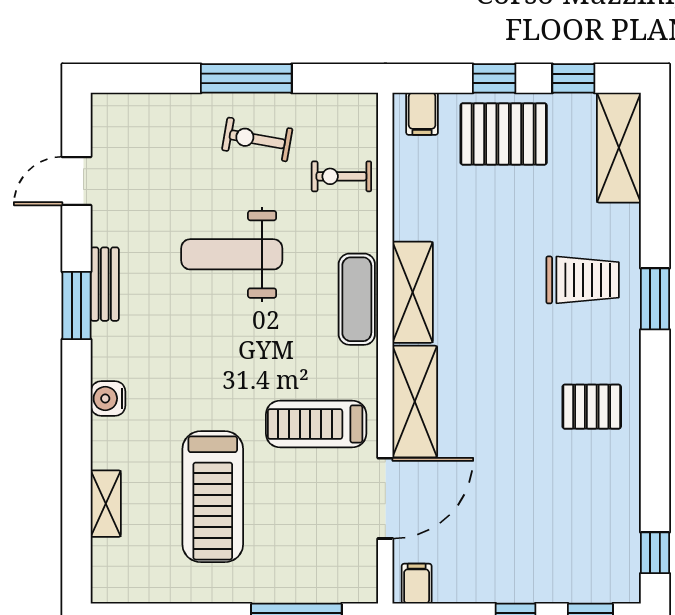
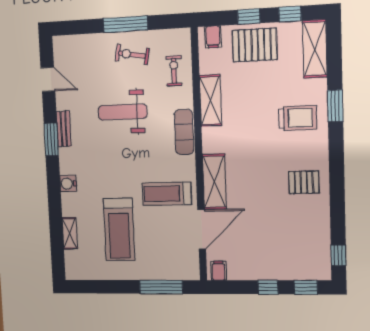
exercise bike: (341, 176) -> (174, 71), turned 90
door: (77, 181) -> (48, 79), swing flipped
shelving: (413, 292) -> (210, 101), moved
window: (655, 299) -> (335, 106), moved

